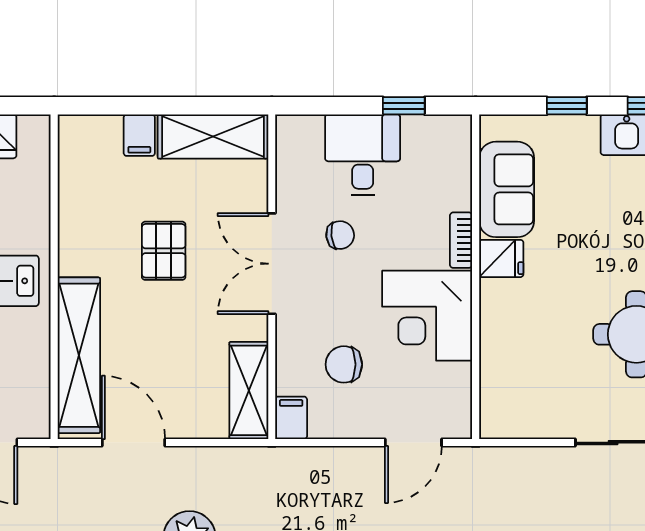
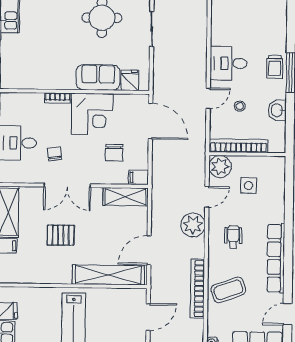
sofa: (507, 189) -> (98, 78), moved
fridge: (501, 258) -> (130, 80), moved
door: (413, 443) -> (151, 121), width x1.36

